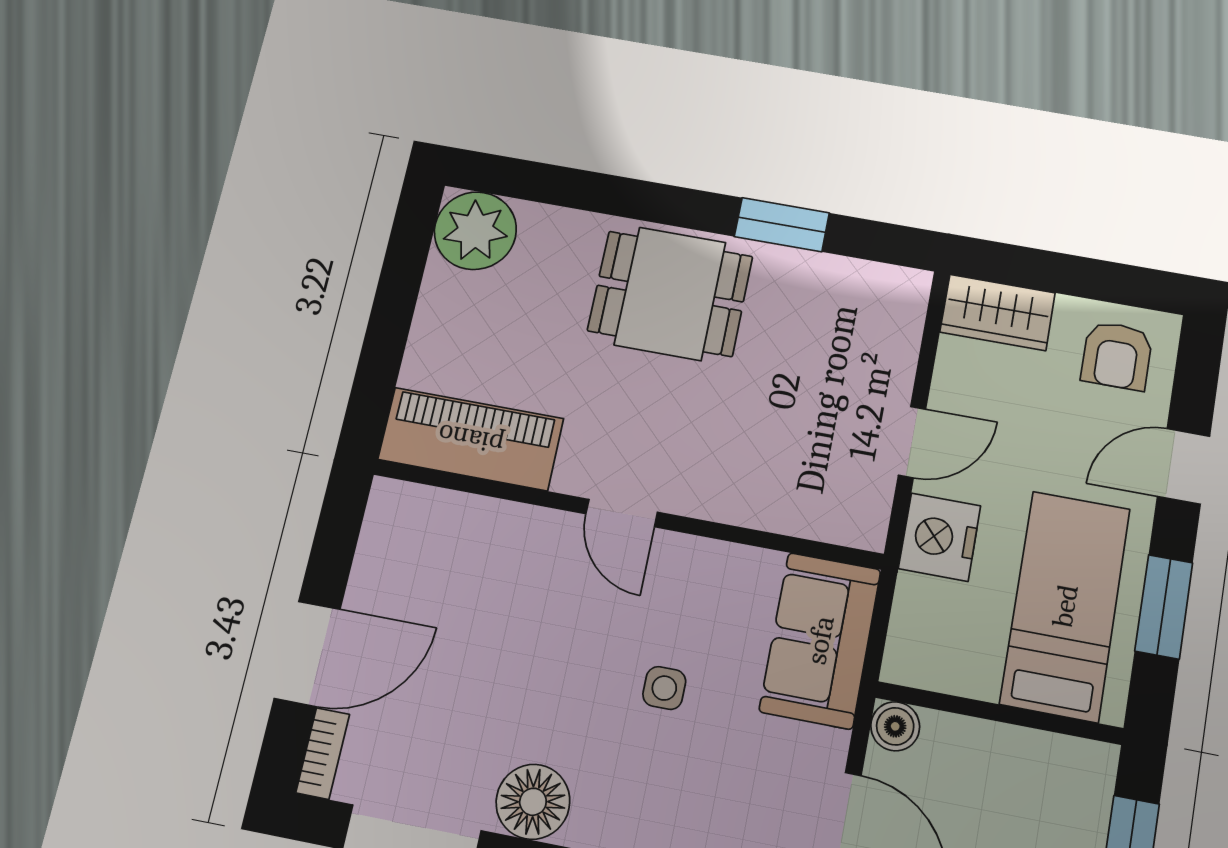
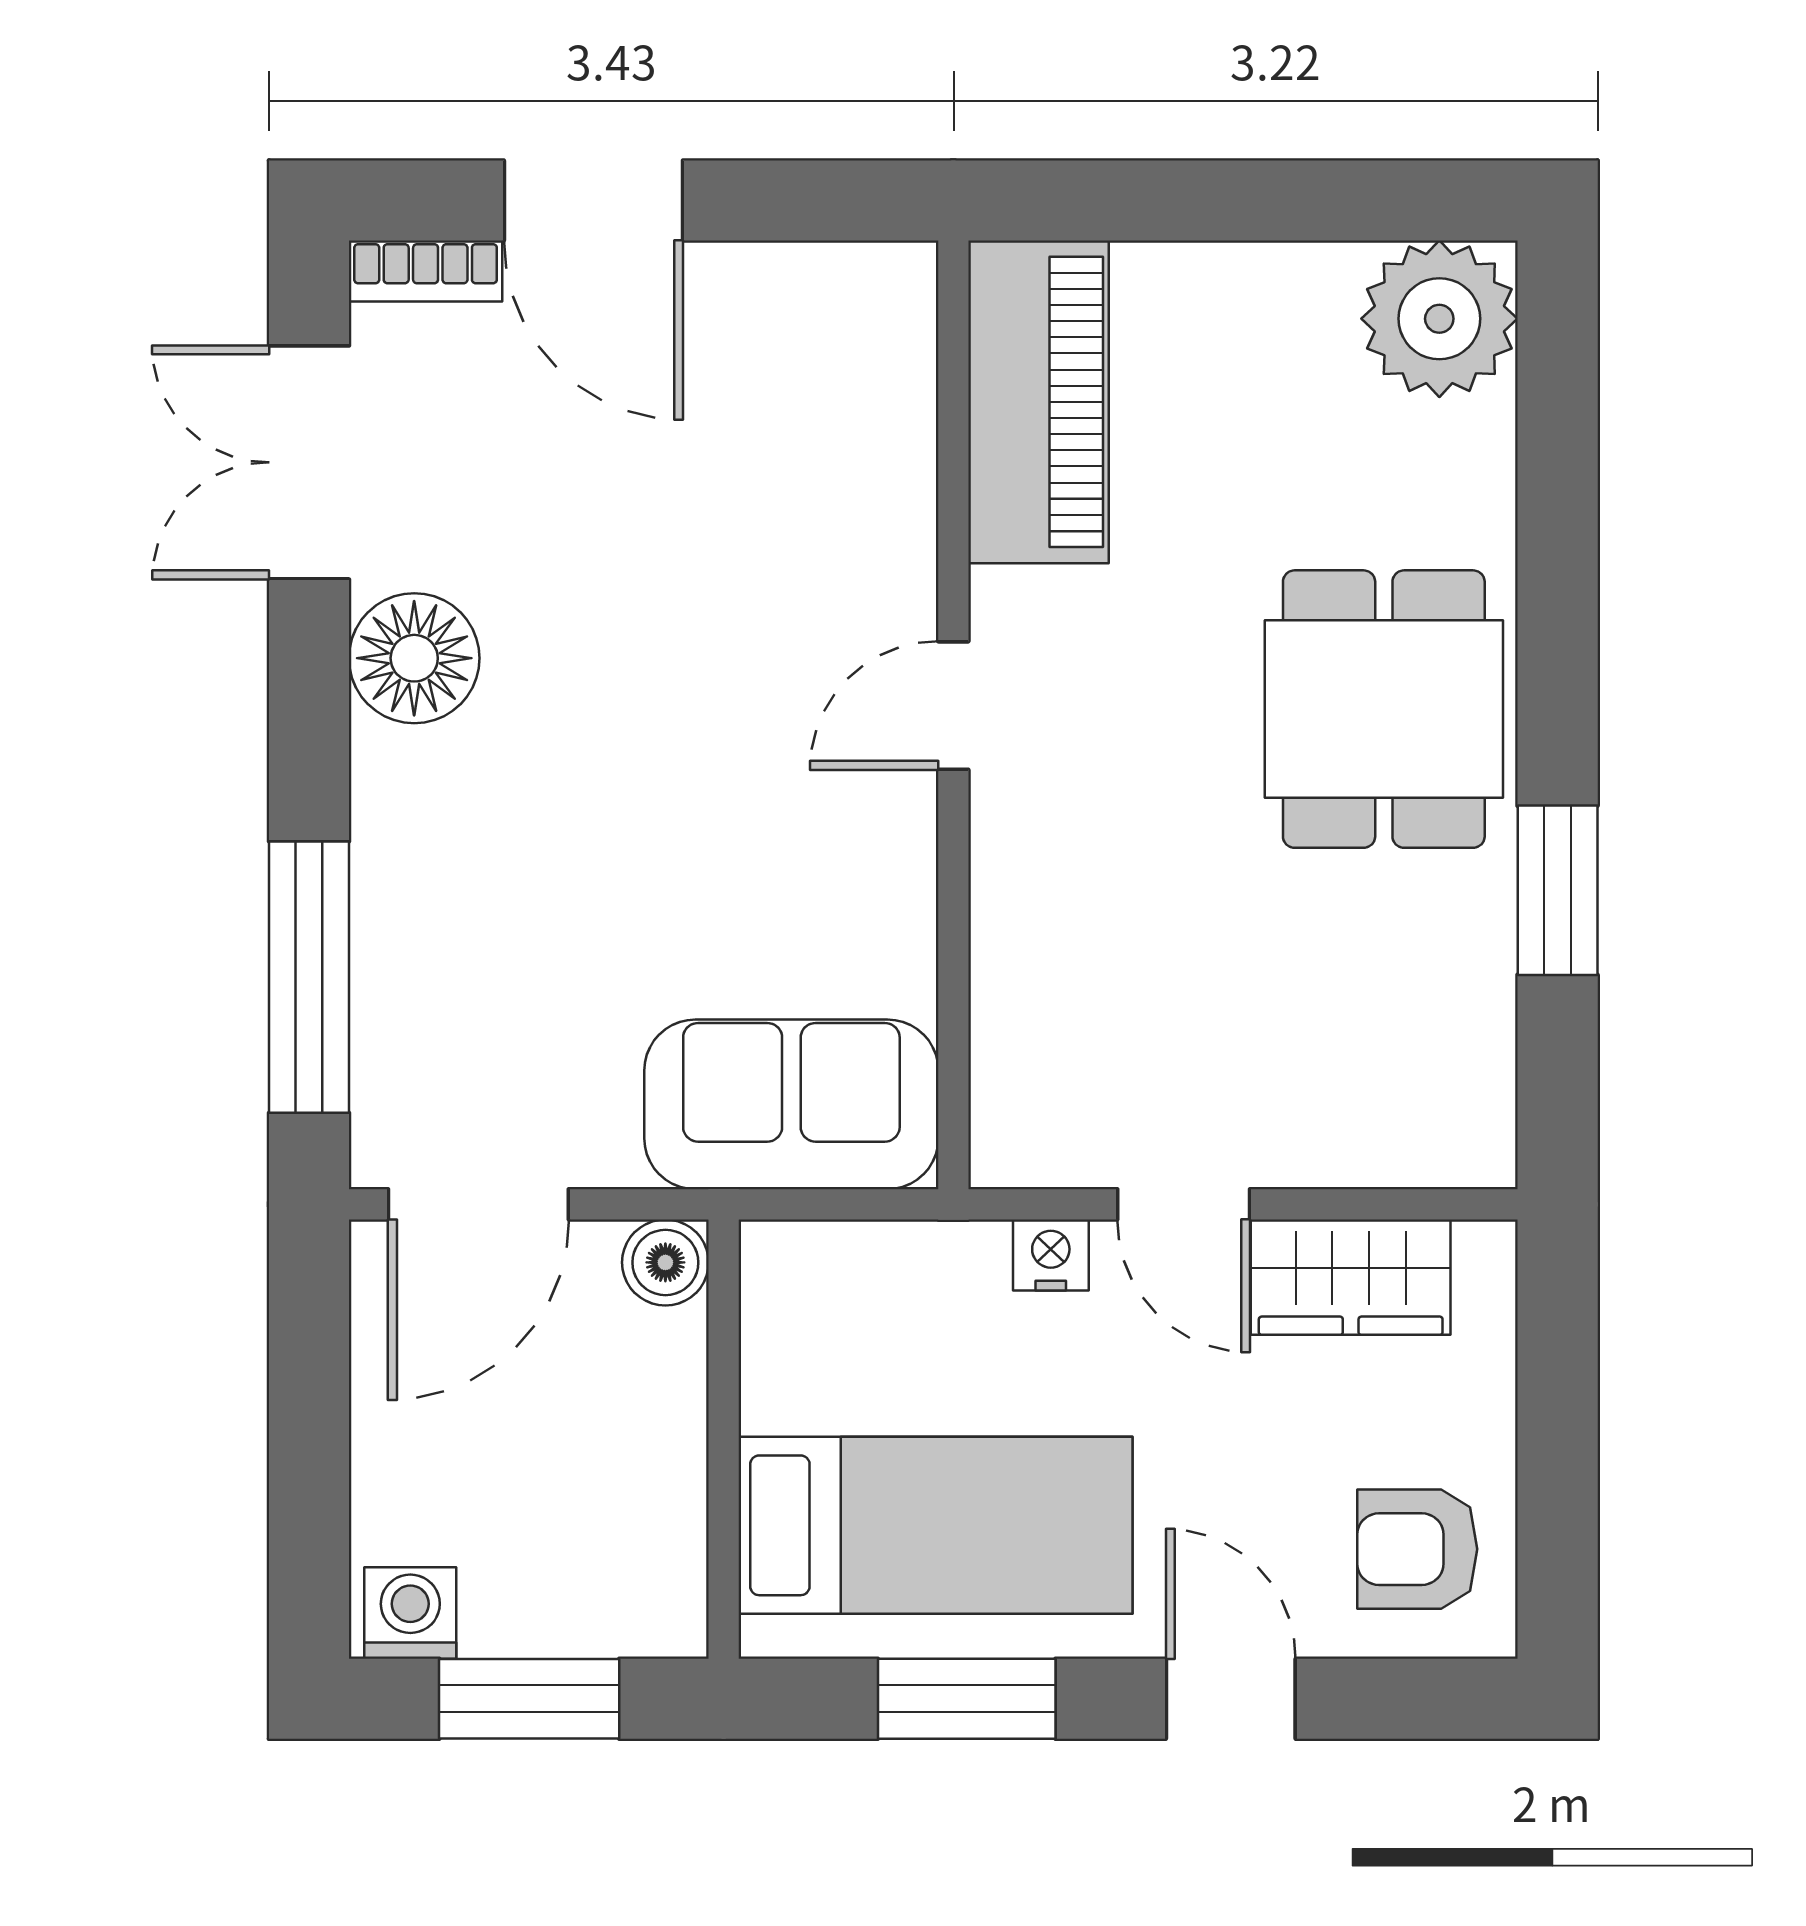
wardrobe: (998, 312) -> (1351, 1277), moved, turned -90
nightstand: (940, 537) -> (1051, 1255), width x0.53, depth x0.56
side table: (664, 688) -> (655, 846), removed

